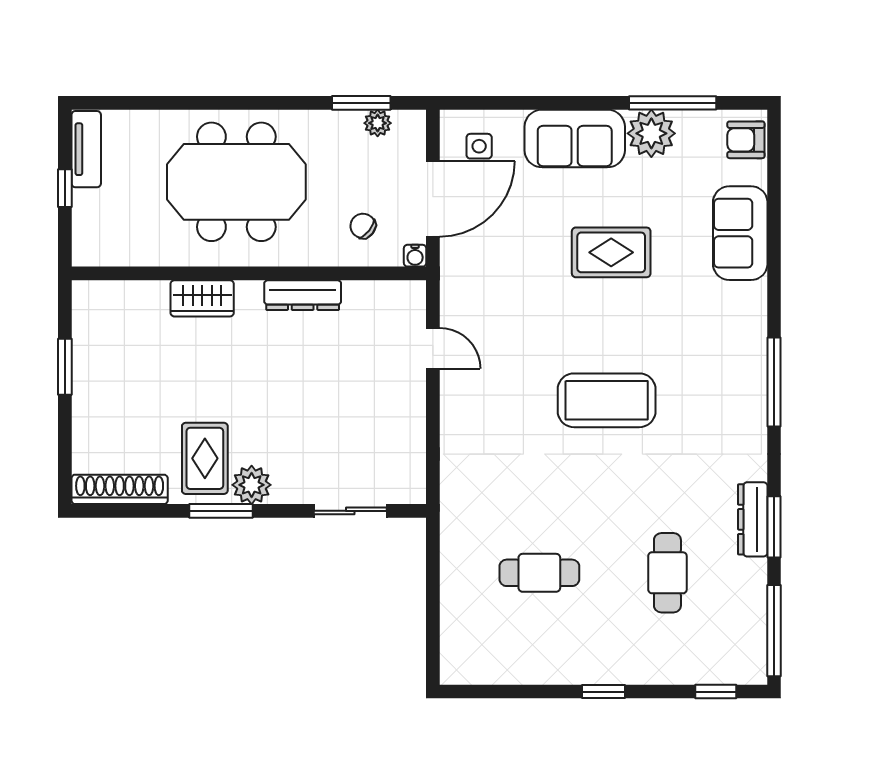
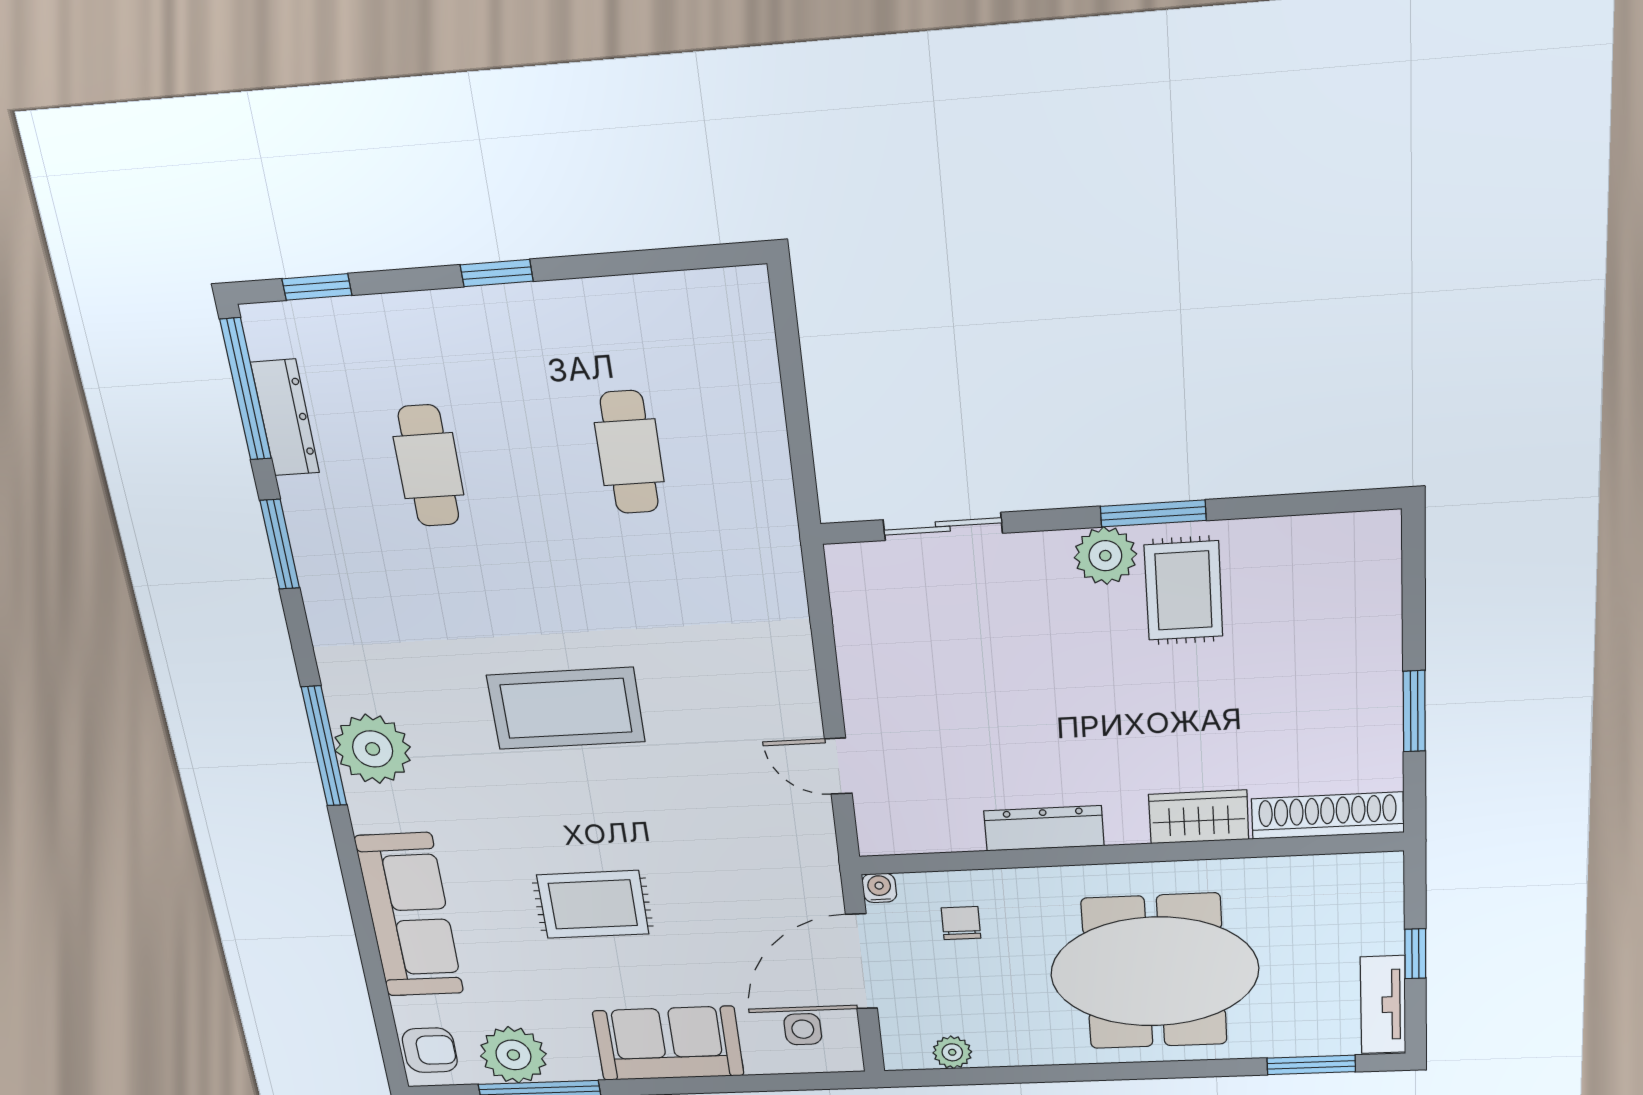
window: (361, 103) -> (1311, 1065), moved
plant: (651, 133) -> (513, 1055), moved
chair: (363, 226) -> (961, 923), turned -128
sofa: (740, 233) -> (409, 915), width x1.36
plant: (741, 378) -> (373, 749), added
shoe rack: (120, 489) -> (1327, 816), moved, turned 180
dresser: (753, 519) -> (285, 418), moved
cafe table: (539, 573) -> (629, 452), turned 90

